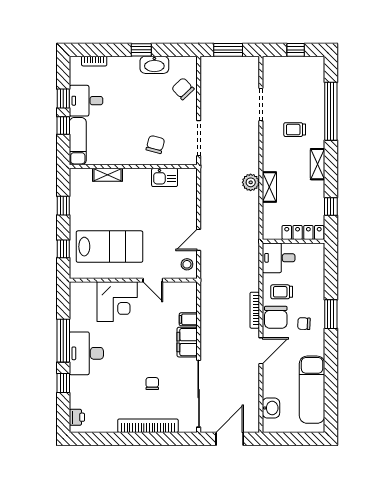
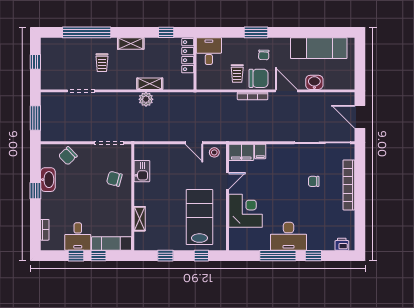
desk: (279, 258) -> (209, 51), moved, turned 180
filing cabinet: (187, 342) -> (241, 152), moved
washbasin: (271, 408) -> (314, 82), moved

